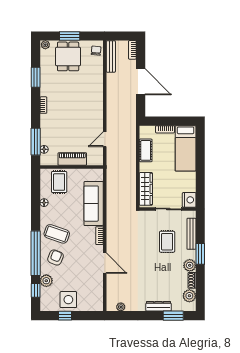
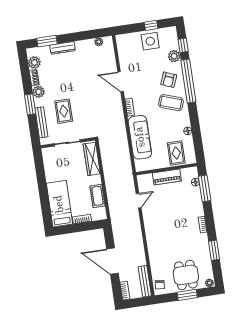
nightstand: (189, 200) -> (49, 155), removed

